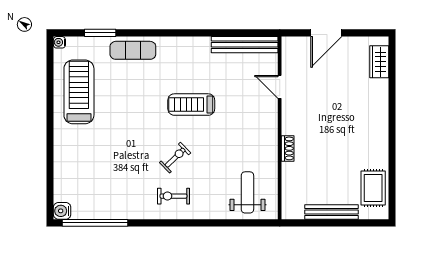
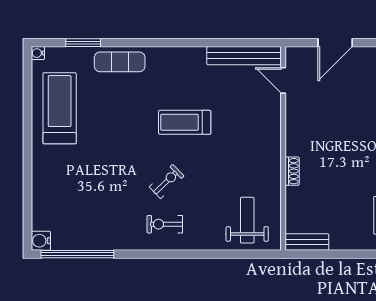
door: (280, 87) -> (283, 80), moved
bench: (331, 212) -> (307, 242), moved, width x0.73

